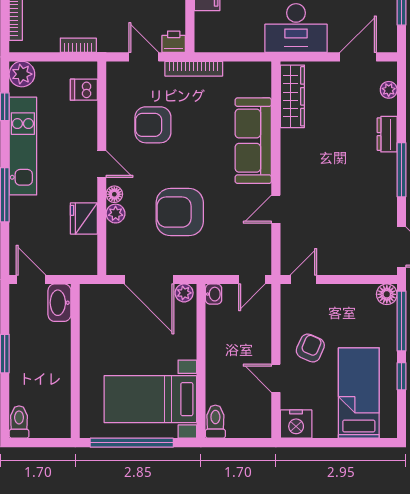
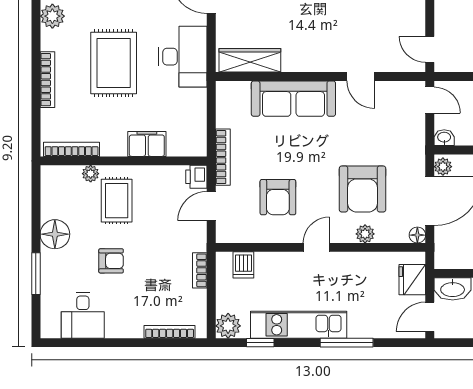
floor lamp: (114, 194) -> (417, 235), moved
armchair: (180, 212) -> (363, 189), moved
fridge: (84, 218) -> (412, 280), moved, turned 90

